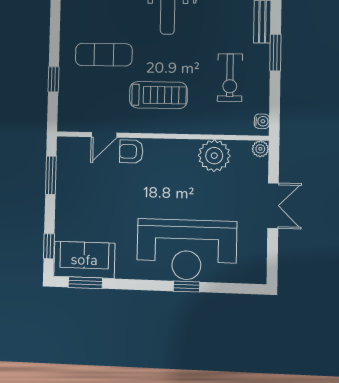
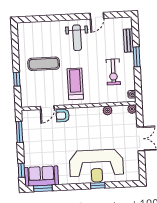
treadmill: (158, 95) -> (75, 84), turned -90
plant: (214, 156) -> (107, 111), width x0.53, depth x0.53

